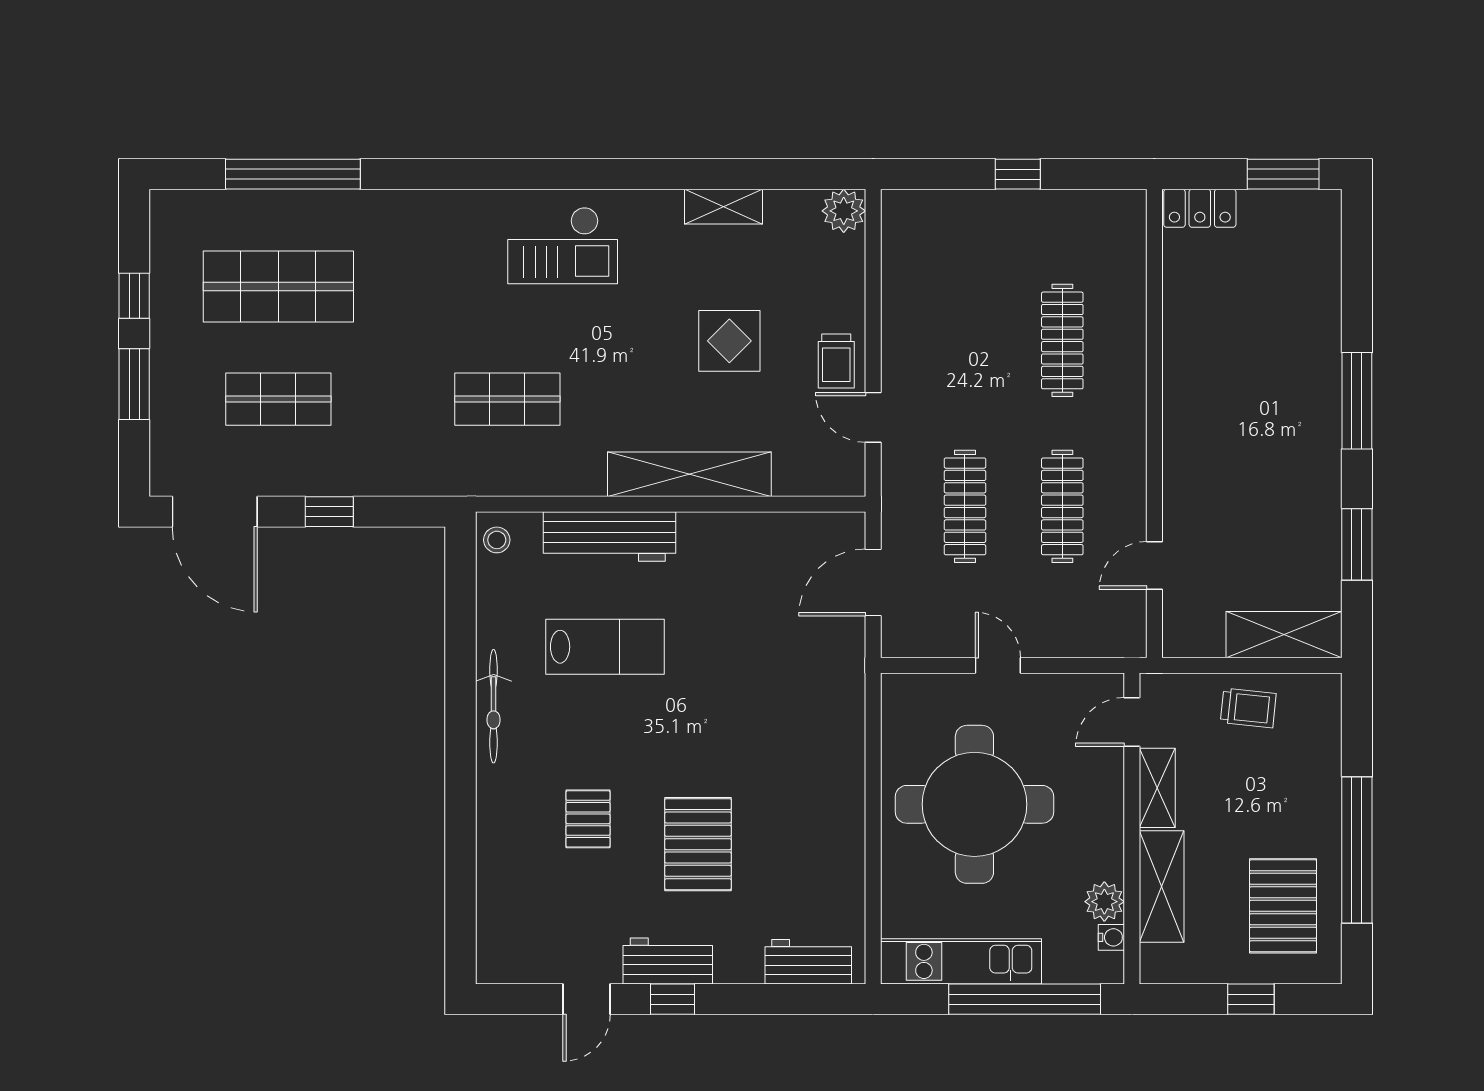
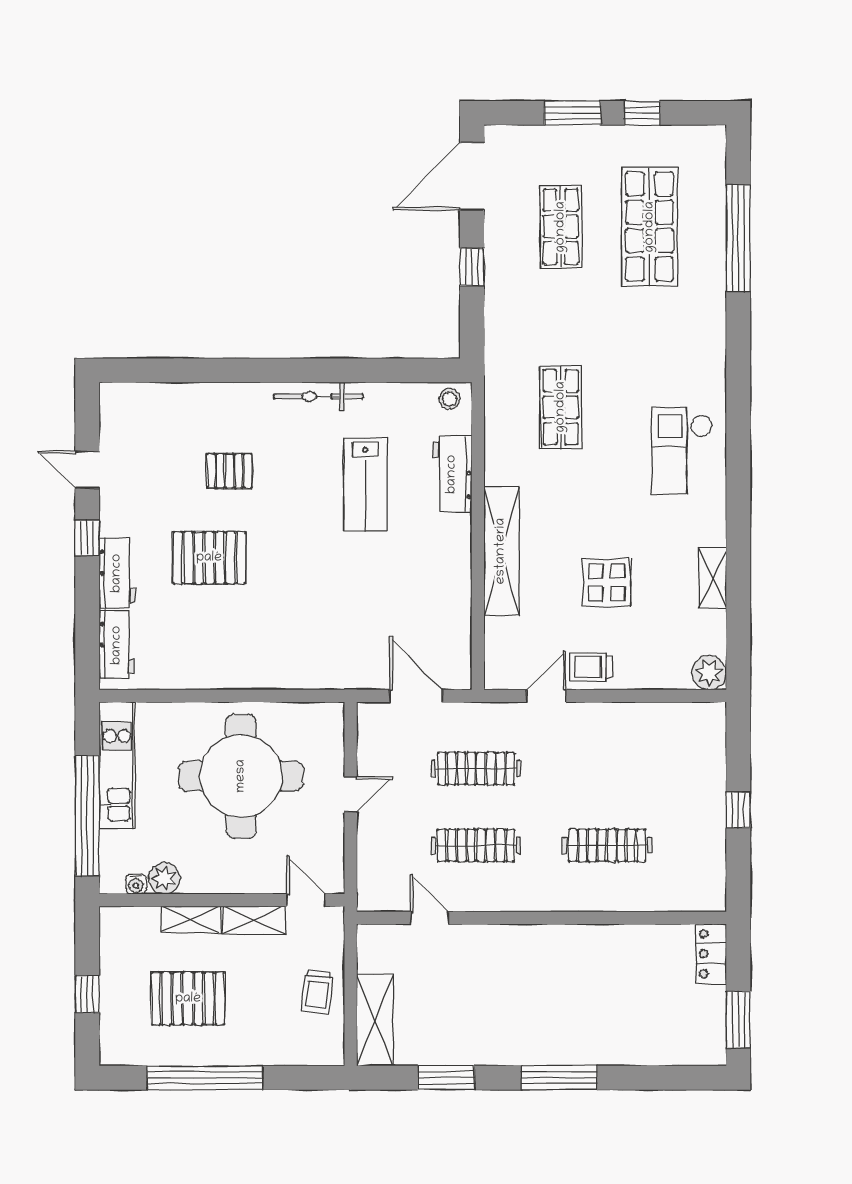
workbench: (610, 536) -> (452, 474), width x0.73
shelving: (1162, 887) -> (191, 919), width x0.67, depth x0.75
pallet: (1283, 906) -> (188, 999), moved
workbench: (668, 961) -> (117, 573), moved

